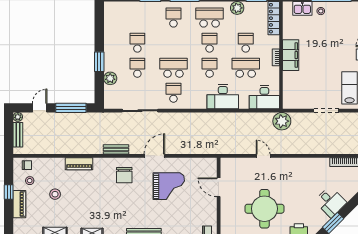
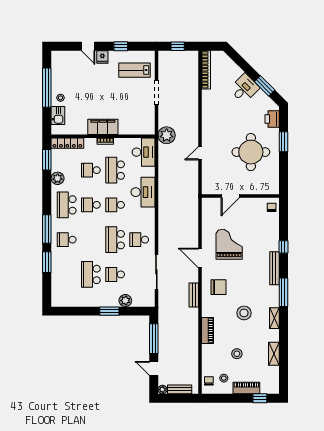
school desk: (137, 43) -> (91, 274), width x1.85
window: (9, 192) -> (260, 398), moved
stool: (97, 202) -> (244, 313), added

